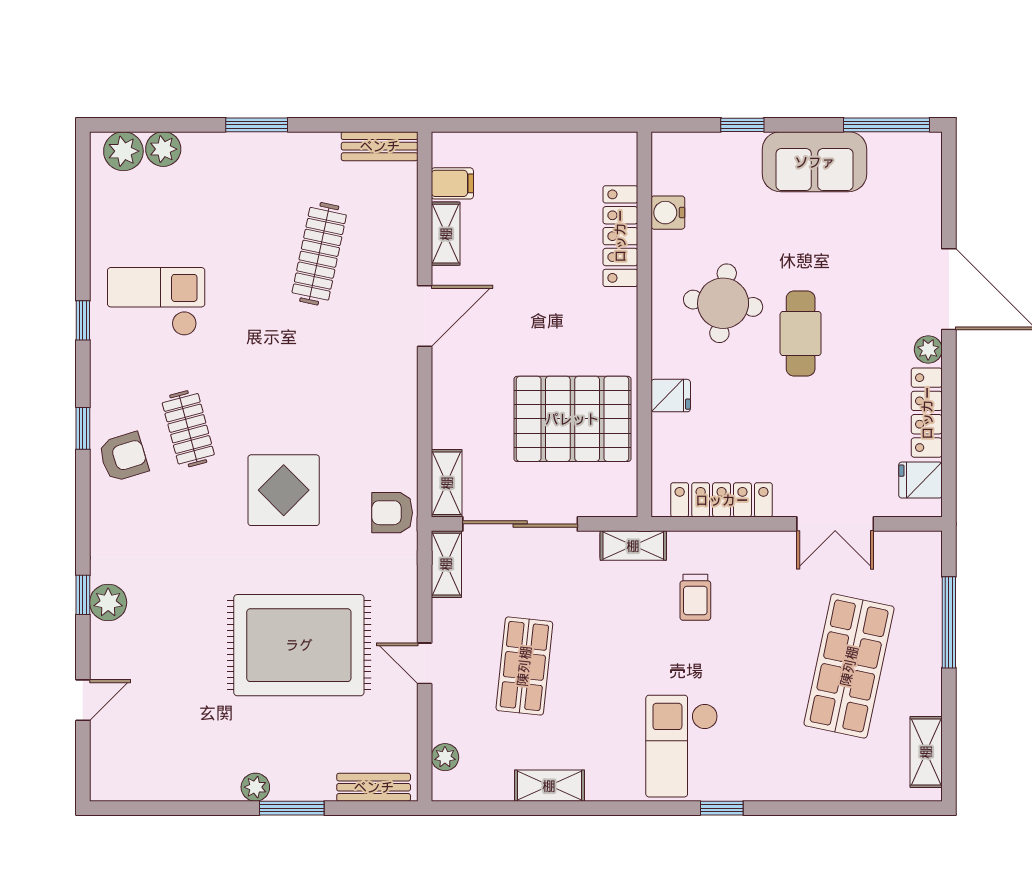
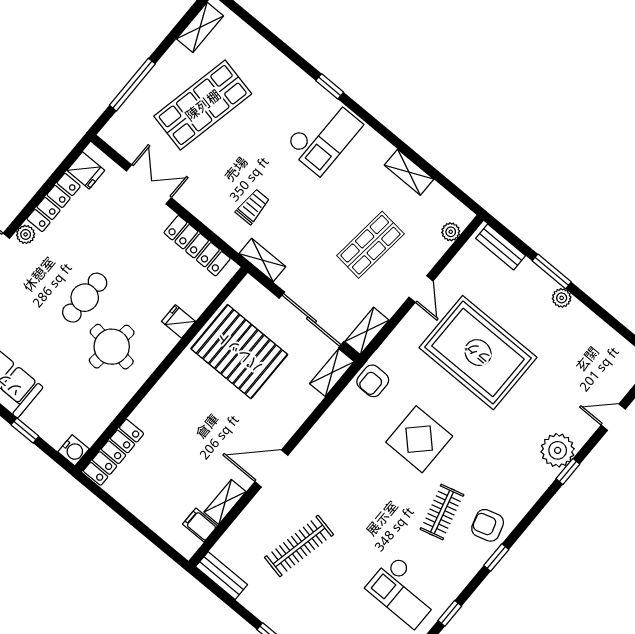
water cooler: (668, 213) -> (73, 450), moved
locker: (620, 236) -> (114, 452), moved
armchair: (392, 513) -> (373, 381), turned 90
plant: (108, 602) -> (558, 450), width x1.36, depth x1.36

